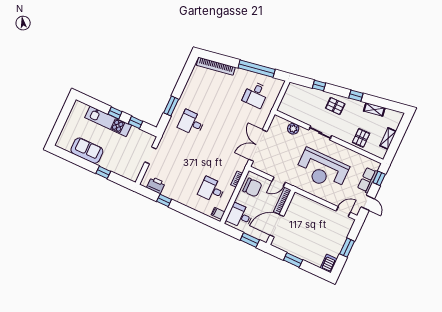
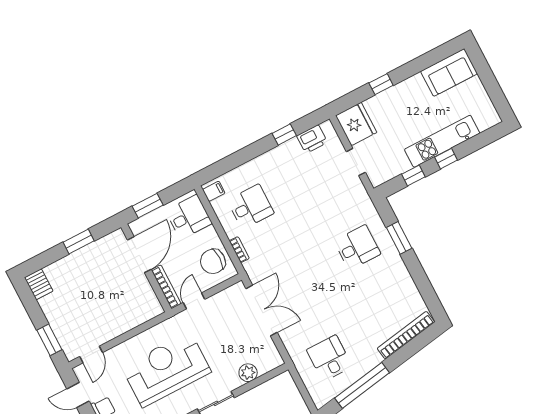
sofa: (87, 151) -> (449, 72), moved
fridge: (132, 169) -> (356, 124), added
window: (347, 248) -> (49, 340), moved

